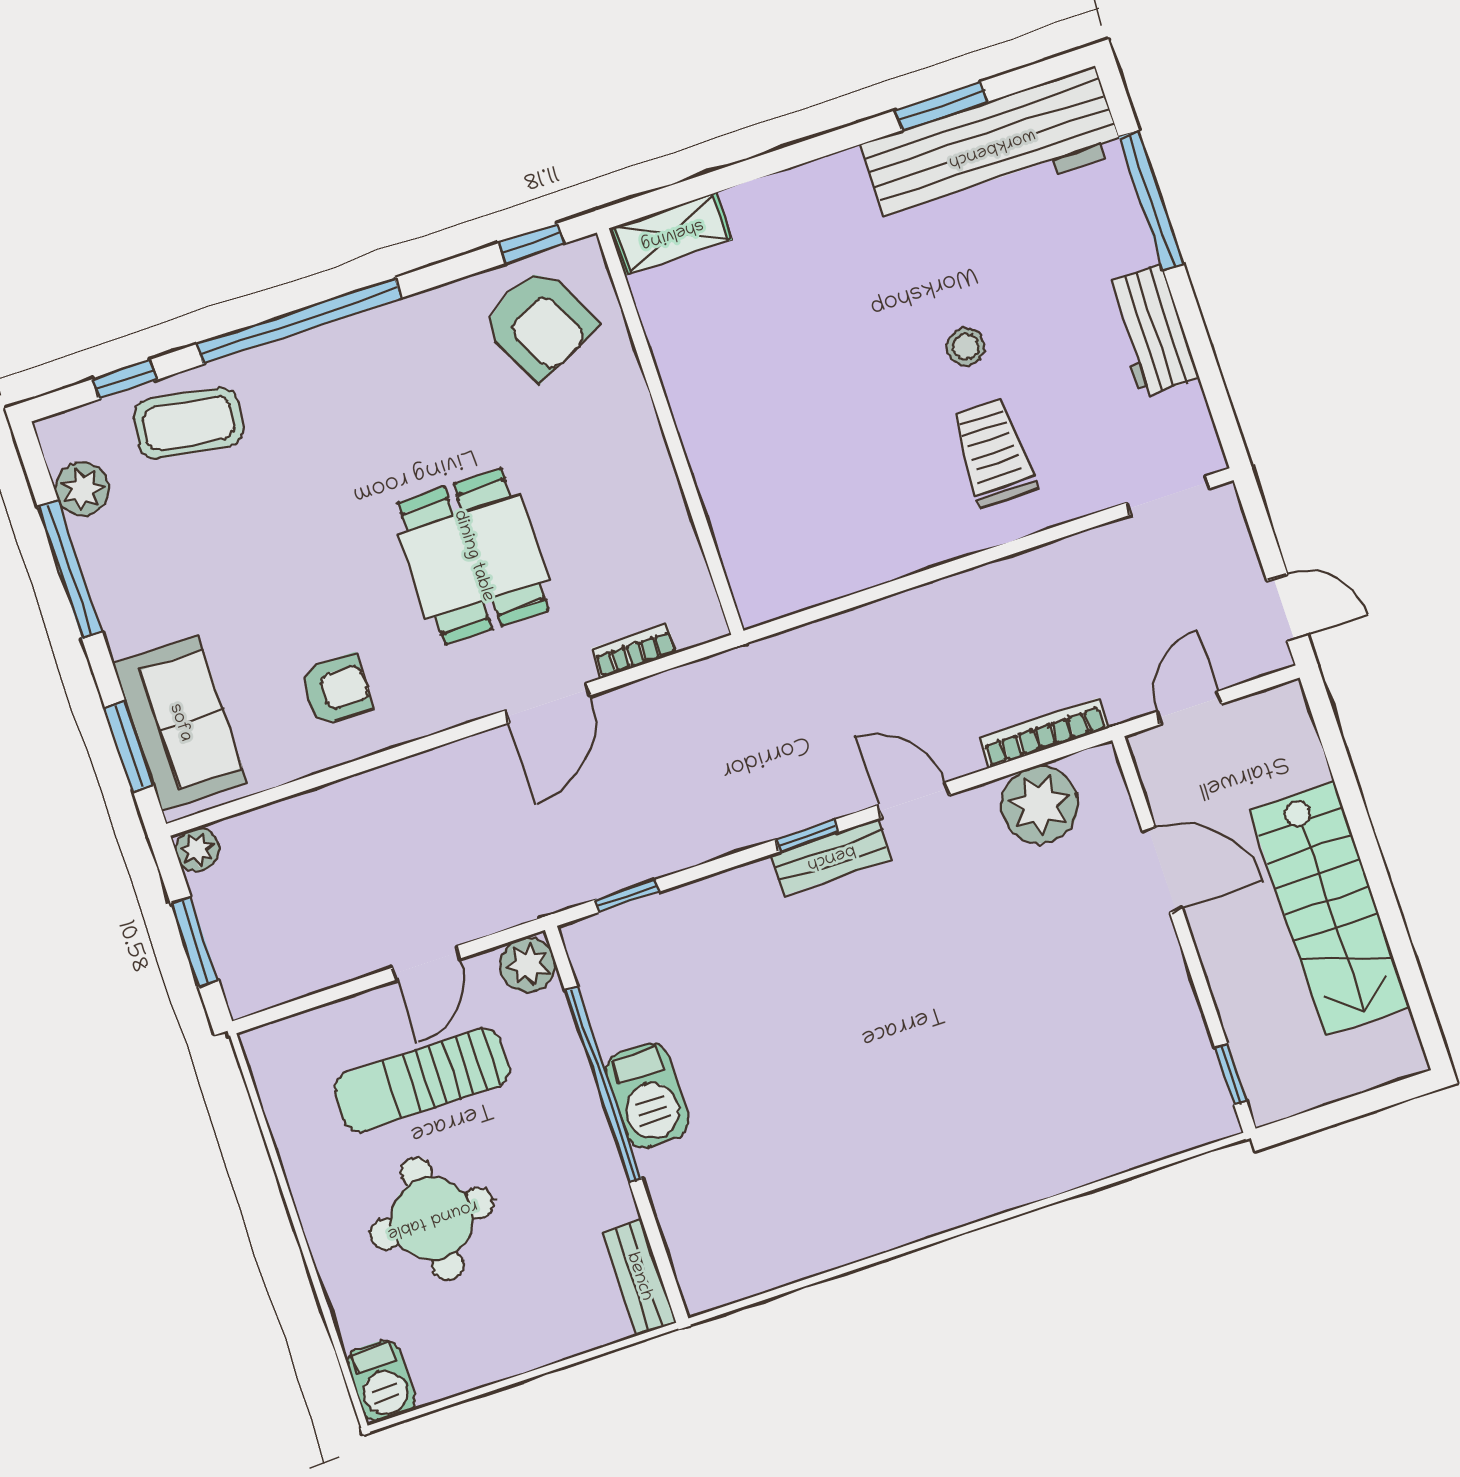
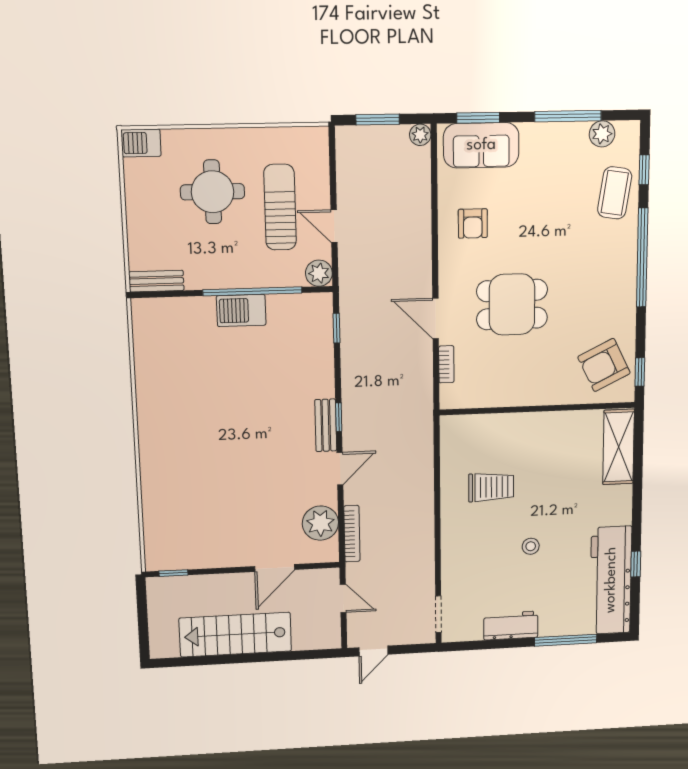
window: (941, 106) -> (636, 564), width x0.67
shelving: (672, 234) -> (619, 447), width x1.50, depth x1.33
trolley: (993, 452) -> (491, 487), moved

